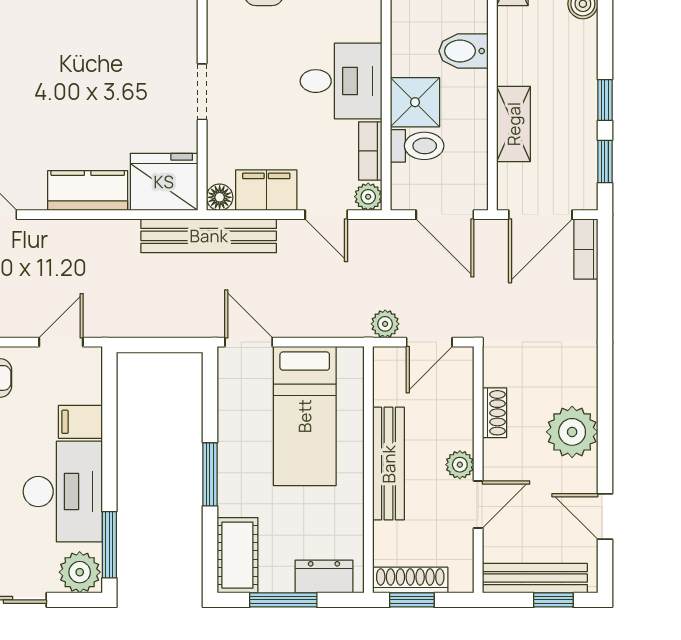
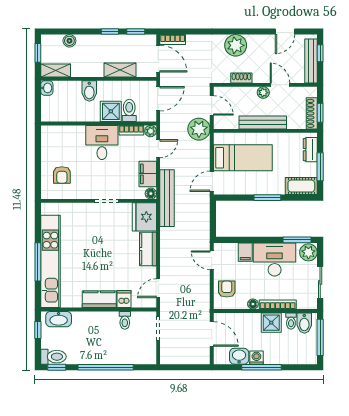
plant: (385, 324) -> (199, 129), width x1.88, depth x1.88
plant: (572, 432) -> (236, 45), moved

